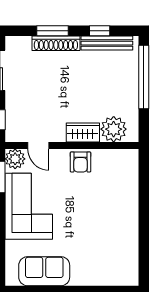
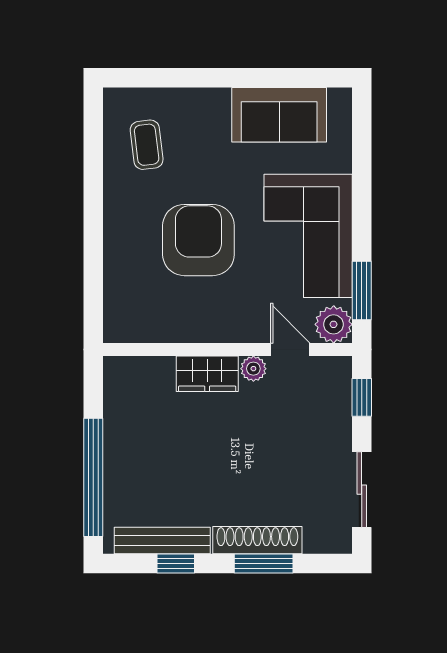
plant: (114, 129) -> (253, 369), moved, width x0.53, depth x0.53
armchair: (80, 162) -> (198, 240), moved, width x1.88, depth x1.88
coffee table: (115, 255) -> (147, 145), added

